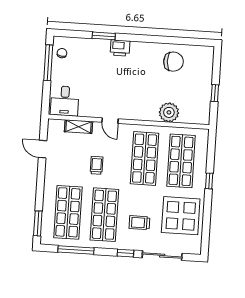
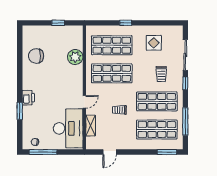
chair: (173, 62) -> (36, 56), turned -89
desk: (65, 101) -> (68, 128), width x1.87, depth x1.30
display table: (181, 216) -> (154, 43), width x0.54, depth x0.54

